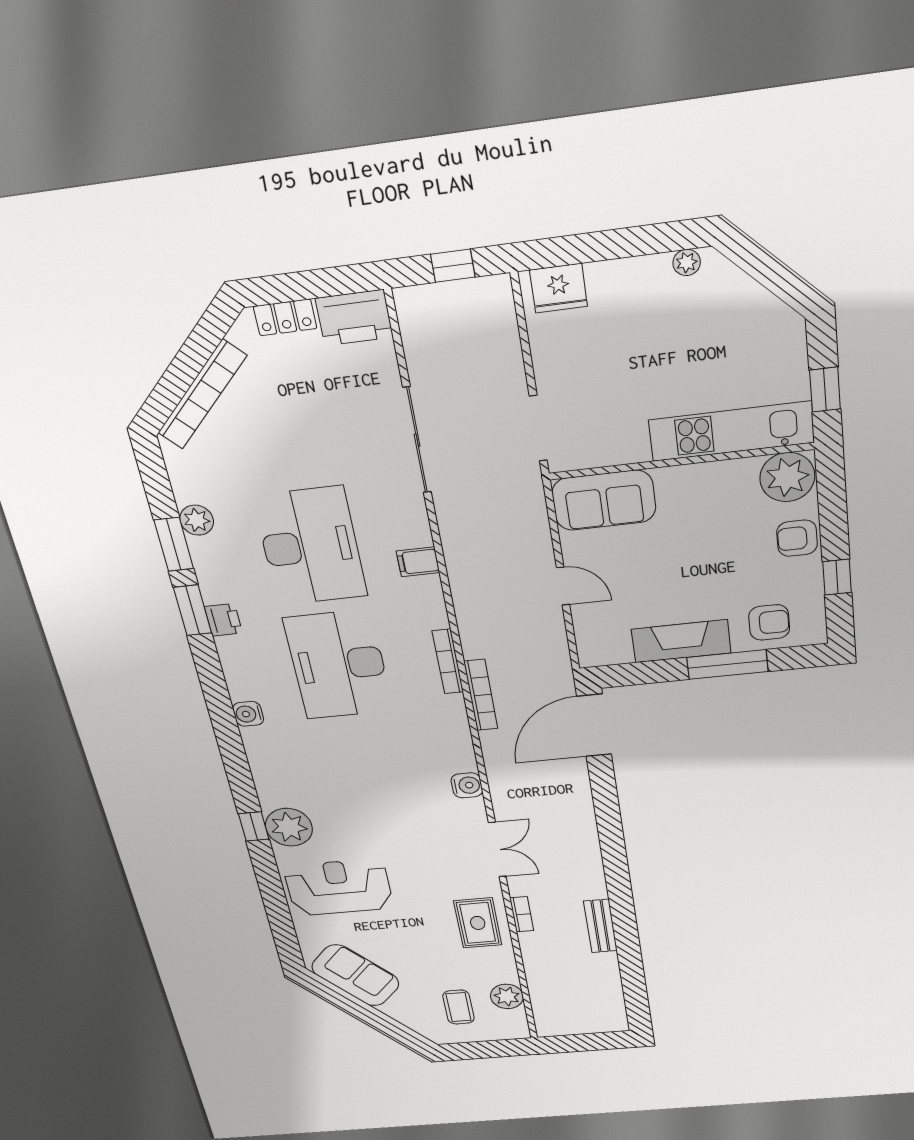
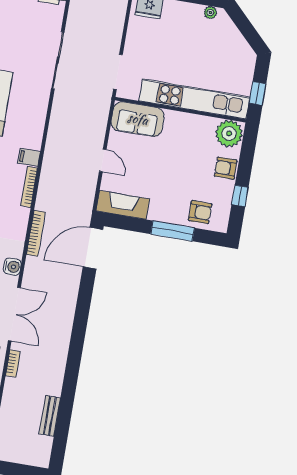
kitchen unit: (731, 431) -> (194, 99), width x1.36
filing cabinet: (418, 562) -> (29, 157), moved
fireplace: (681, 641) -> (123, 205), moved
bookcase: (481, 695) -> (36, 233), moved
double door: (497, 850) -> (14, 314), width x1.37
bench: (600, 926) -> (50, 416), moved

